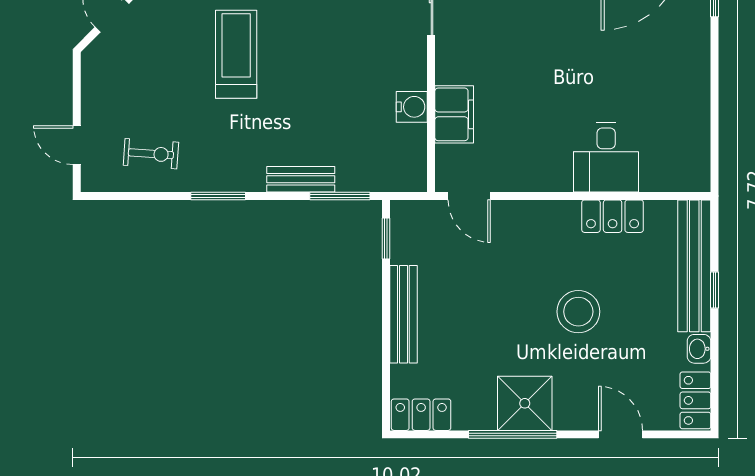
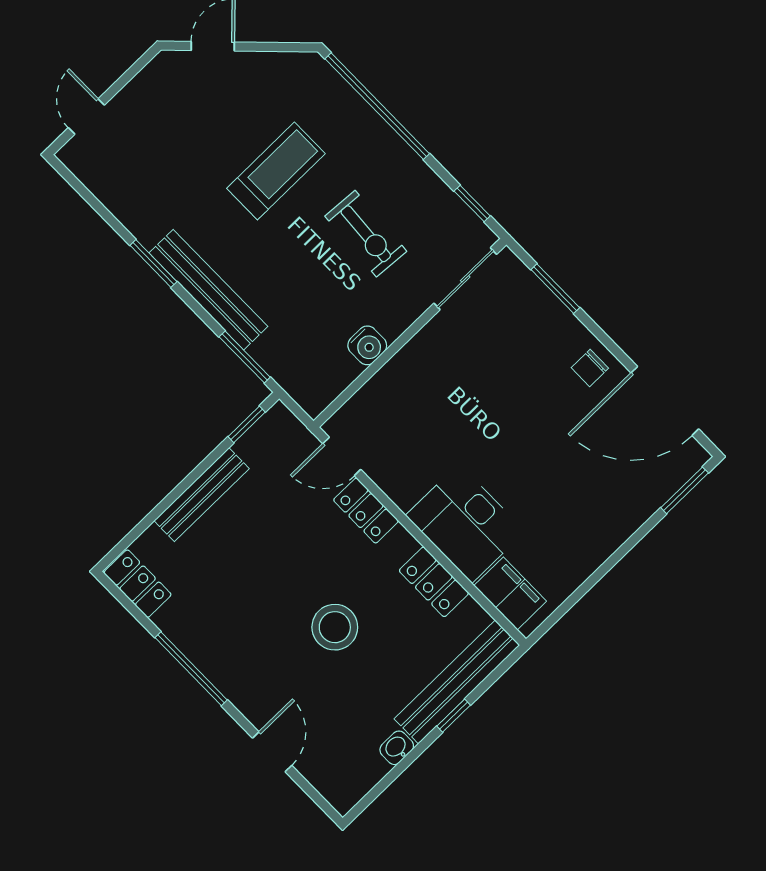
filing cabinet: (454, 114) -> (510, 593), moved, turned -90
exercise bike: (151, 154) -> (366, 234), moved, width x1.38, depth x1.39
desk: (606, 157) -> (465, 523), width x1.37
bench: (301, 179) -> (208, 290), width x1.86, depth x1.21
door: (469, 196) -> (342, 456), hinge flipped
locker: (695, 400) -> (366, 511), moved, turned -90
shower: (525, 403) -> (224, 655), removed

